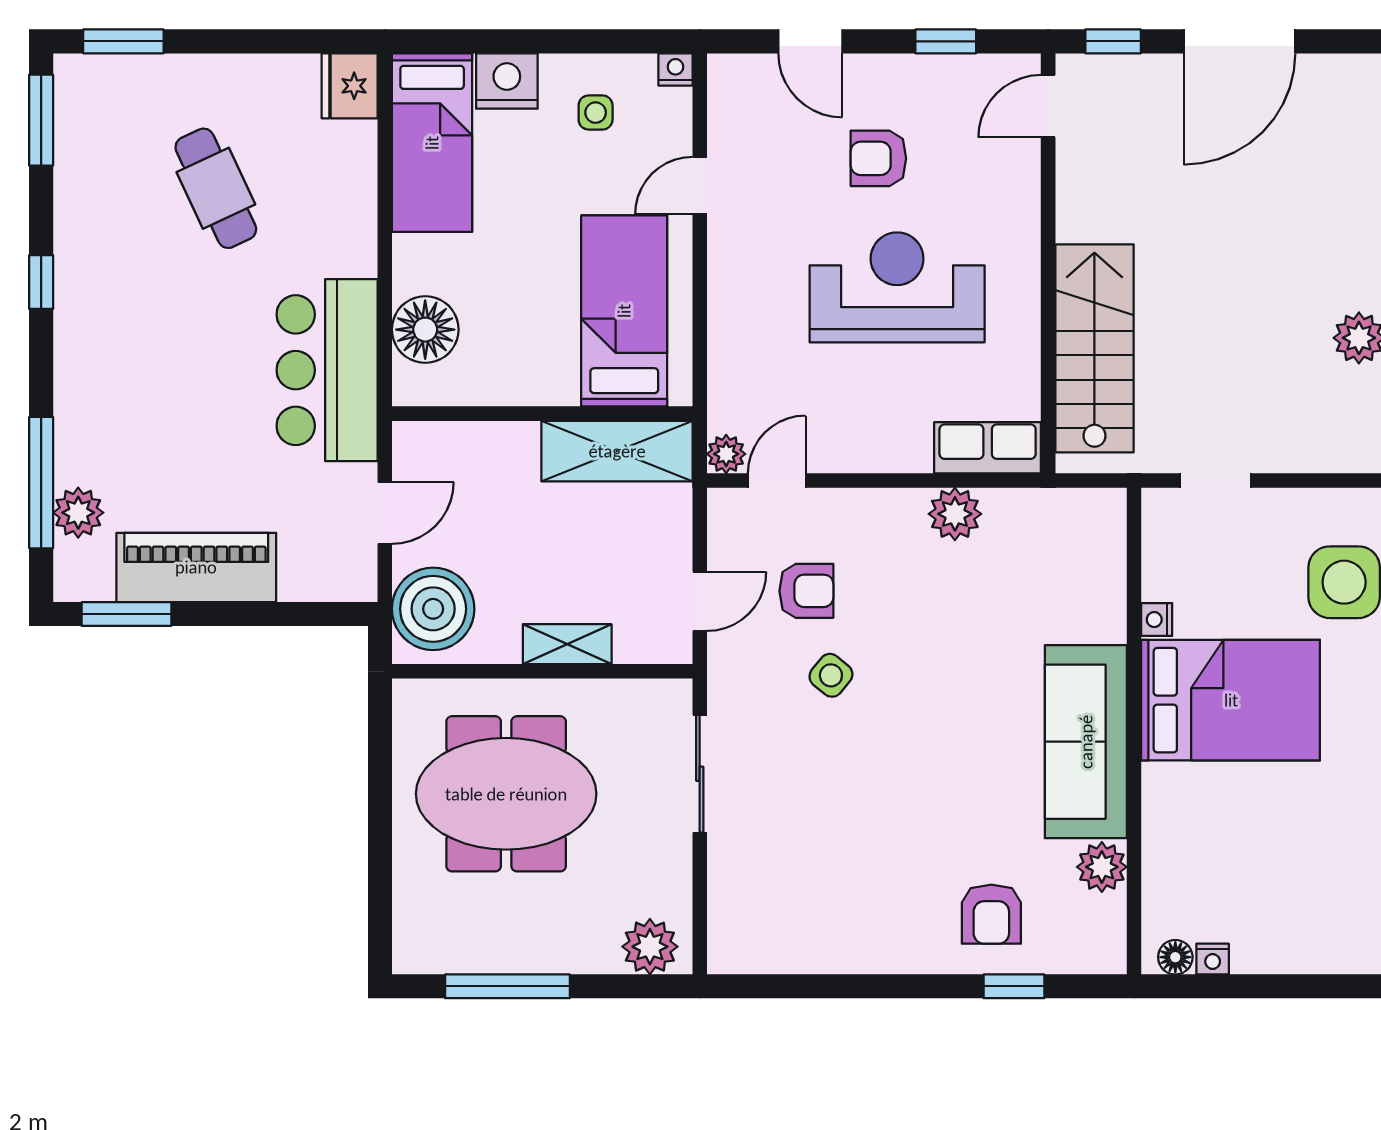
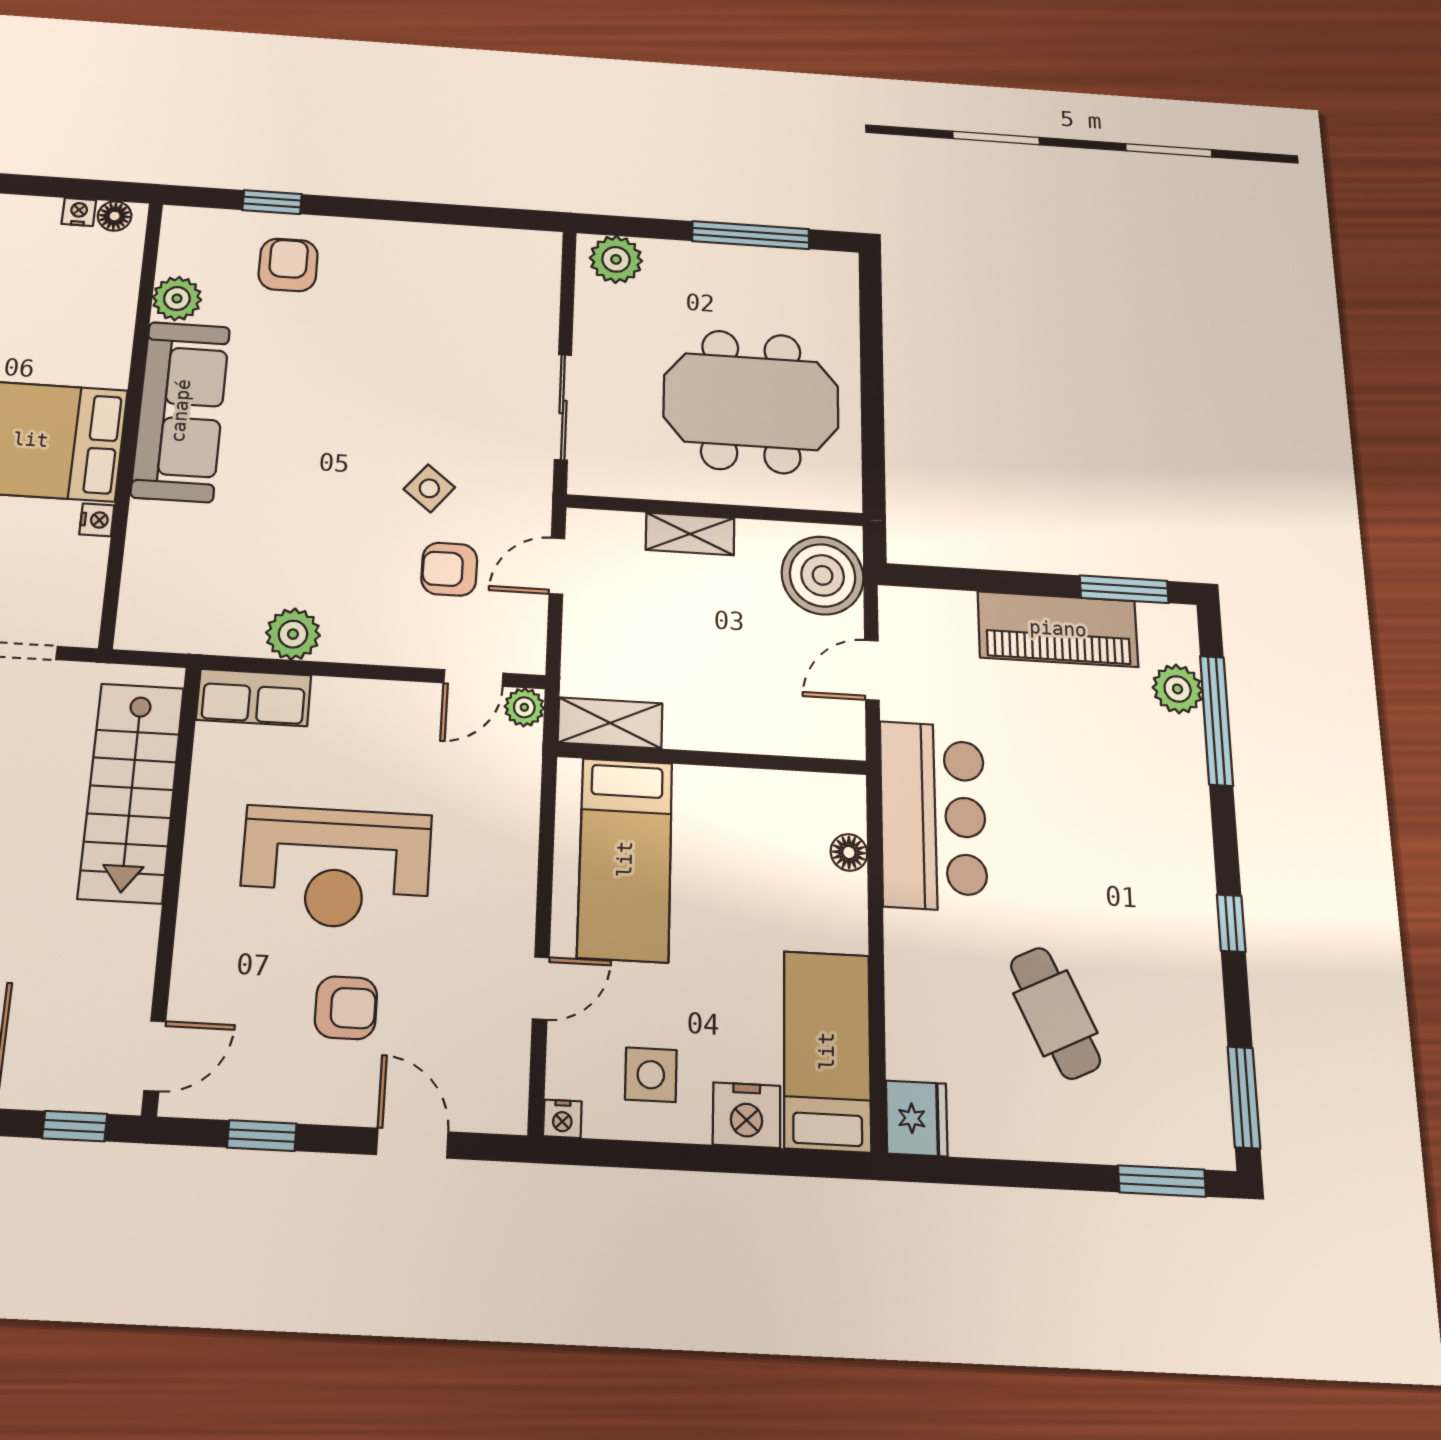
side table: (596, 113) -> (651, 1075), width x1.37, depth x1.37
floor lamp: (425, 330) -> (849, 852), width x0.53, depth x0.53
shelving: (617, 451) -> (610, 723), width x0.67, depth x0.75

